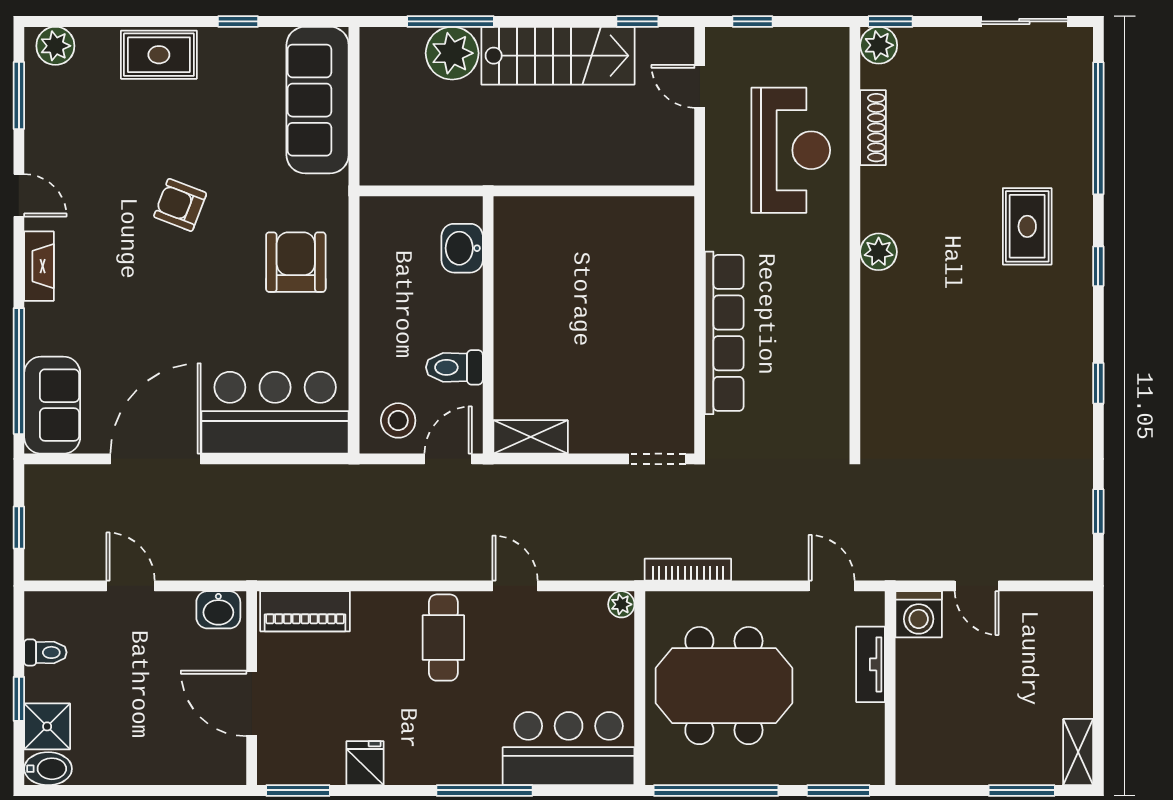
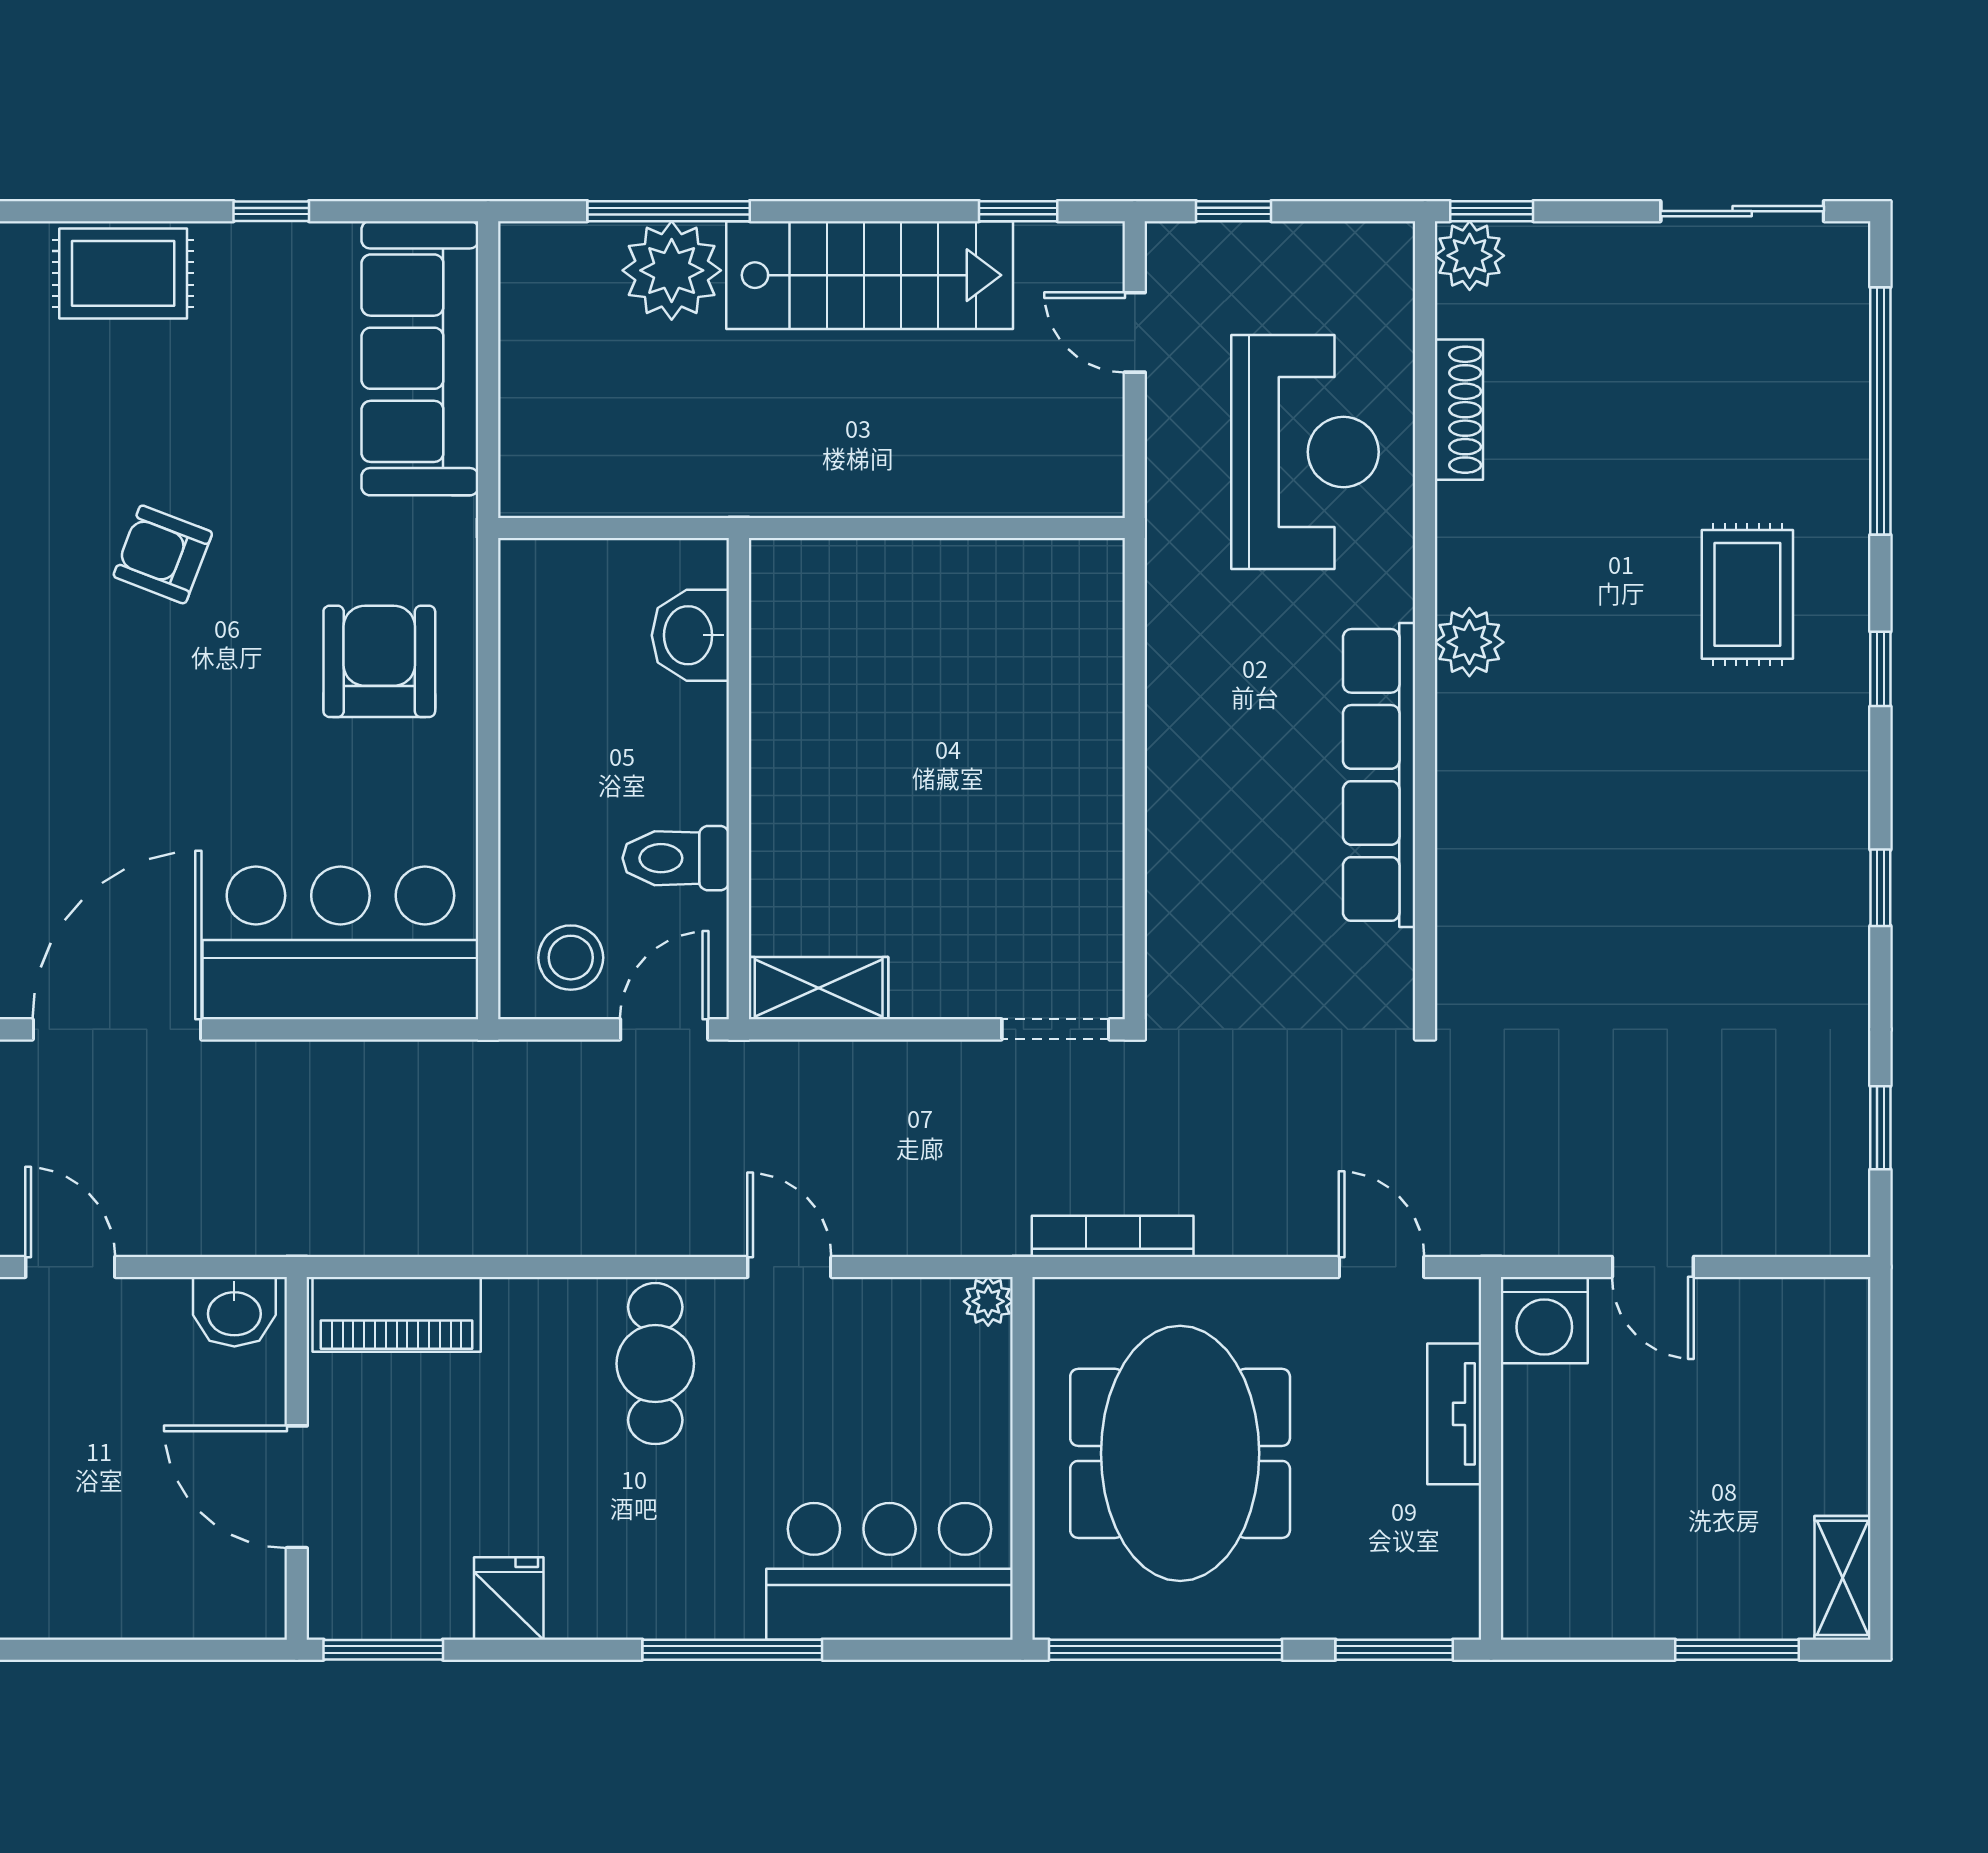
row of seats: (724, 333) -> (1379, 775), moved, turned 180
meeting table: (724, 686) -> (1180, 1453), turned 90

